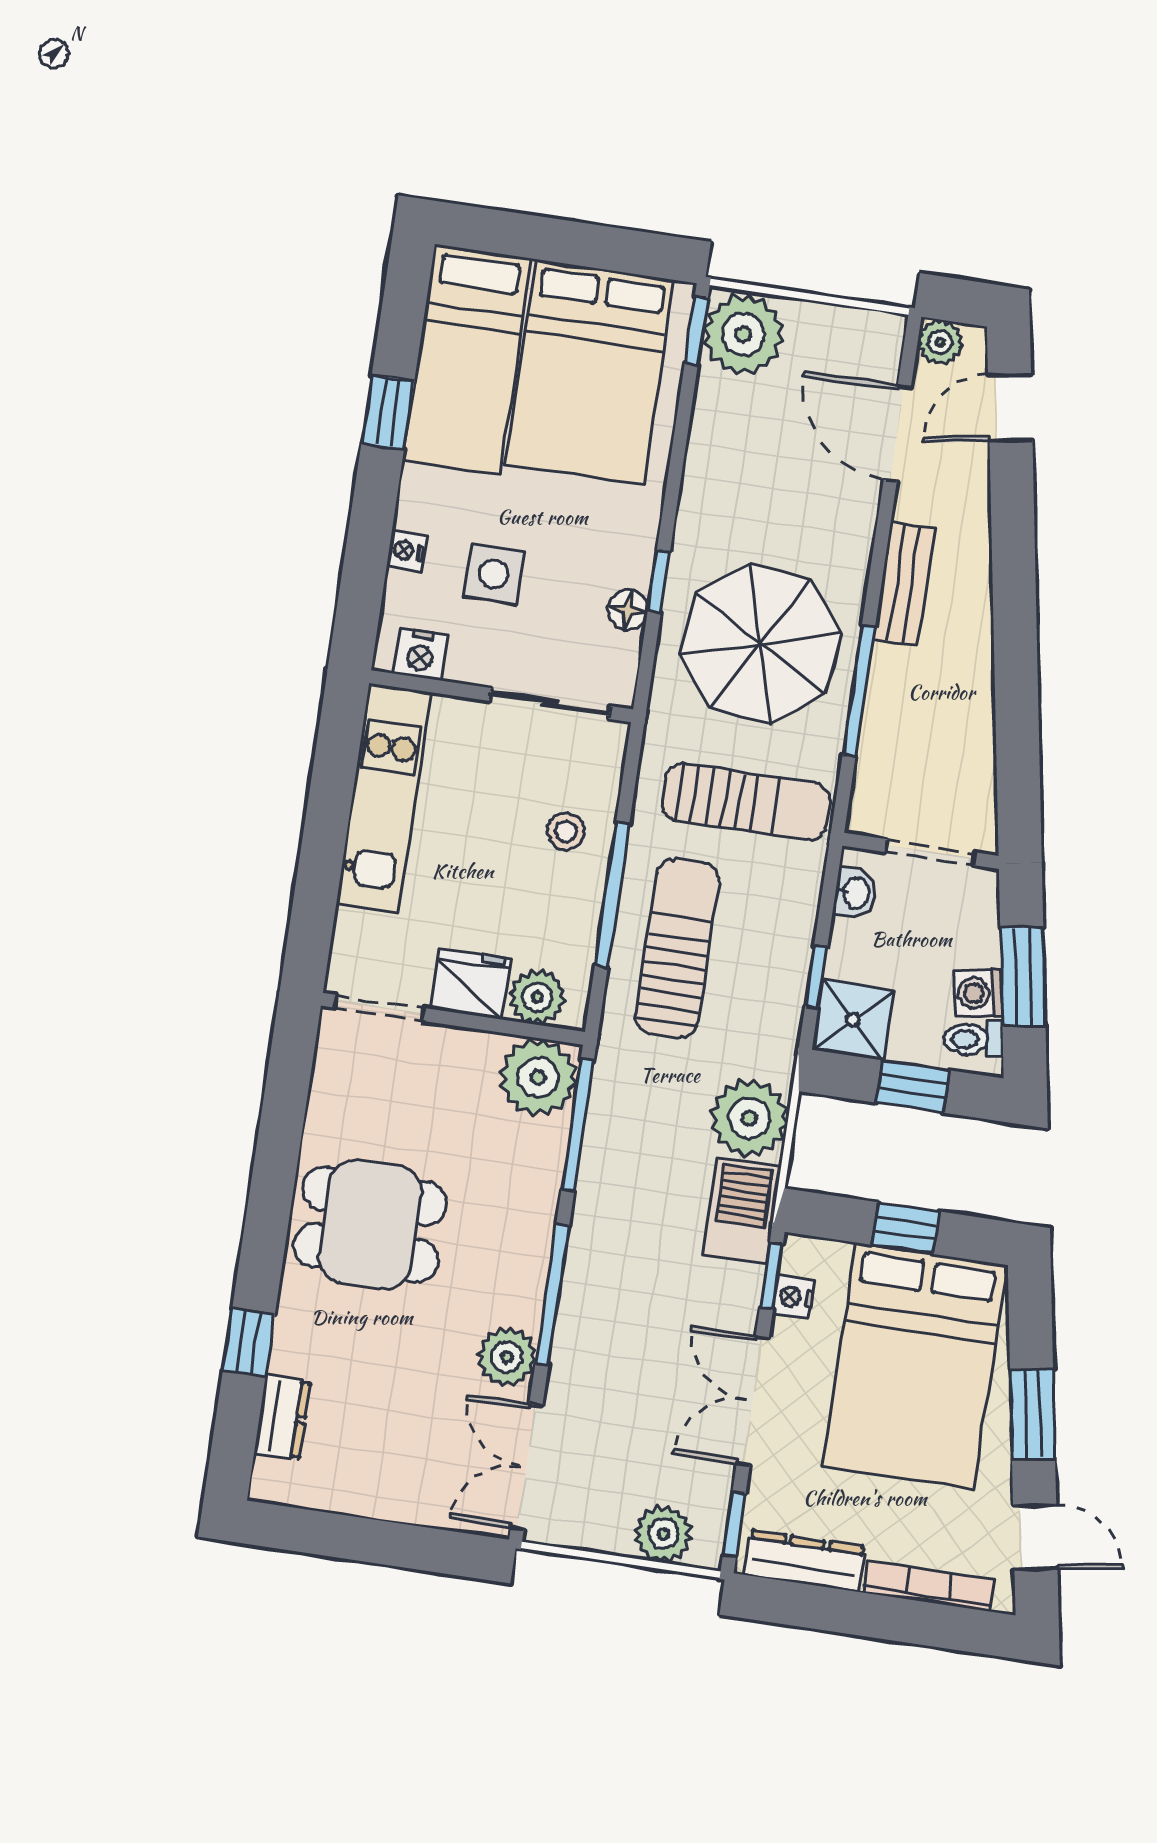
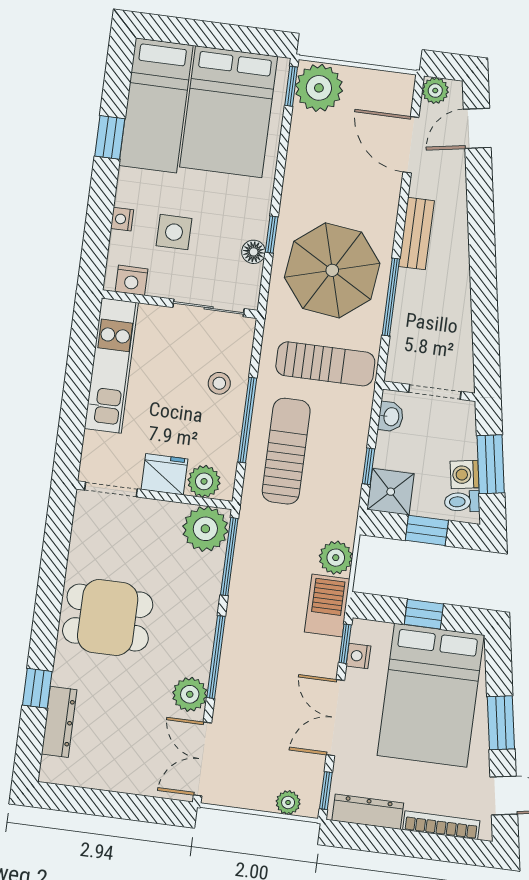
plant: (749, 1118) -> (336, 558), width x0.73, depth x0.73
dresser: (282, 1417) -> (59, 722), width x1.44
plant: (663, 1534) -> (288, 803), width x0.73, depth x0.73

